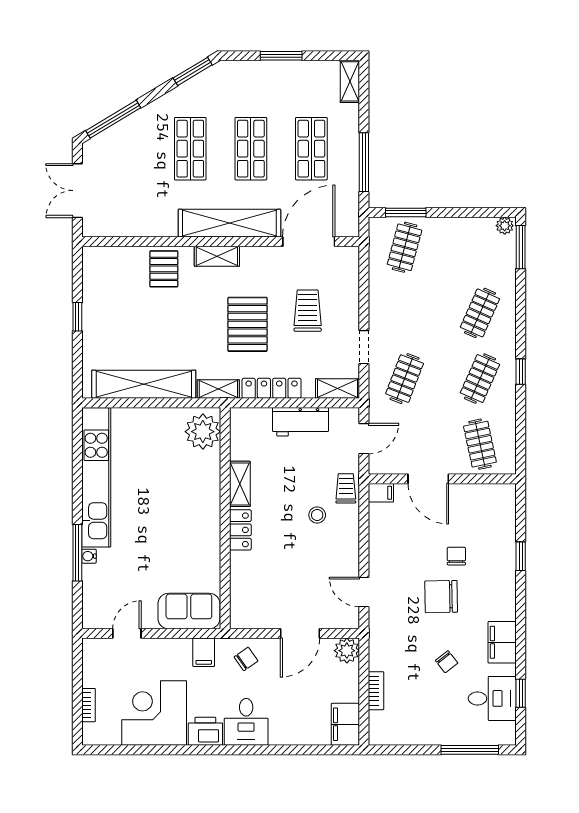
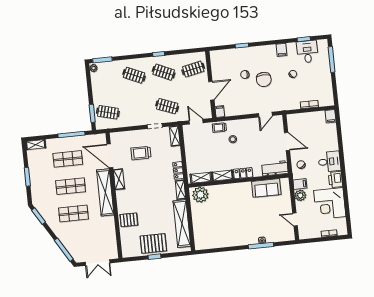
shelving: (217, 256) -> (119, 179), moved
pallet: (247, 324) -> (153, 243), moved
locker: (272, 388) -> (178, 170), width x0.66
workbench: (300, 422) -> (275, 168), moved, turned -90
shelving: (240, 437) -> (201, 178), added
kitchen unit: (96, 477) -> (226, 241), removed
sofa: (189, 611) -> (266, 188), moved, turned -90
filing cabinet: (502, 642) -> (282, 50), width x0.50
plant: (347, 651) -> (300, 195), moved
filing cabinet: (345, 724) -> (331, 116), width x0.50

